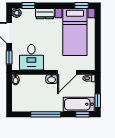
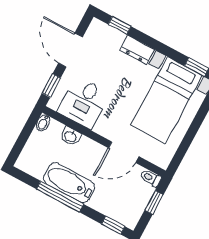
plant: (17, 13) -> (97, 27), removed
washbasin: (52, 79) -> (71, 136), moved
window: (98, 101) -> (154, 202), moved
bathtub: (79, 104) -> (69, 183), moved

